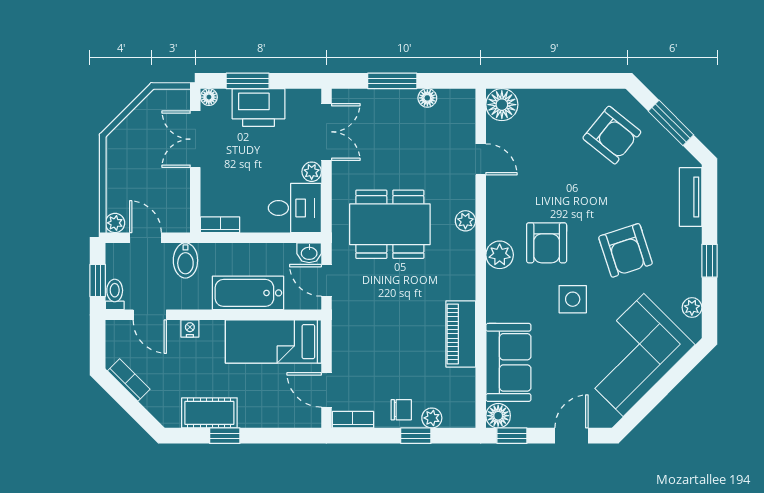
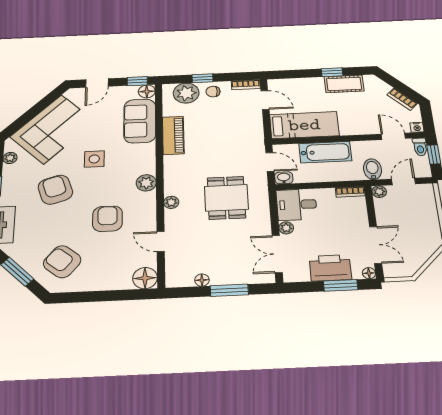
plant: (115, 223) -> (379, 192), moved
dining table: (390, 224) -> (226, 198), width x0.73
door: (145, 238) -> (403, 181), swing flipped
armchair: (547, 243) -> (107, 219), moved
nightstand: (190, 328) -> (417, 127), moved
plant: (432, 418) -> (186, 93), width x1.88, depth x1.88

